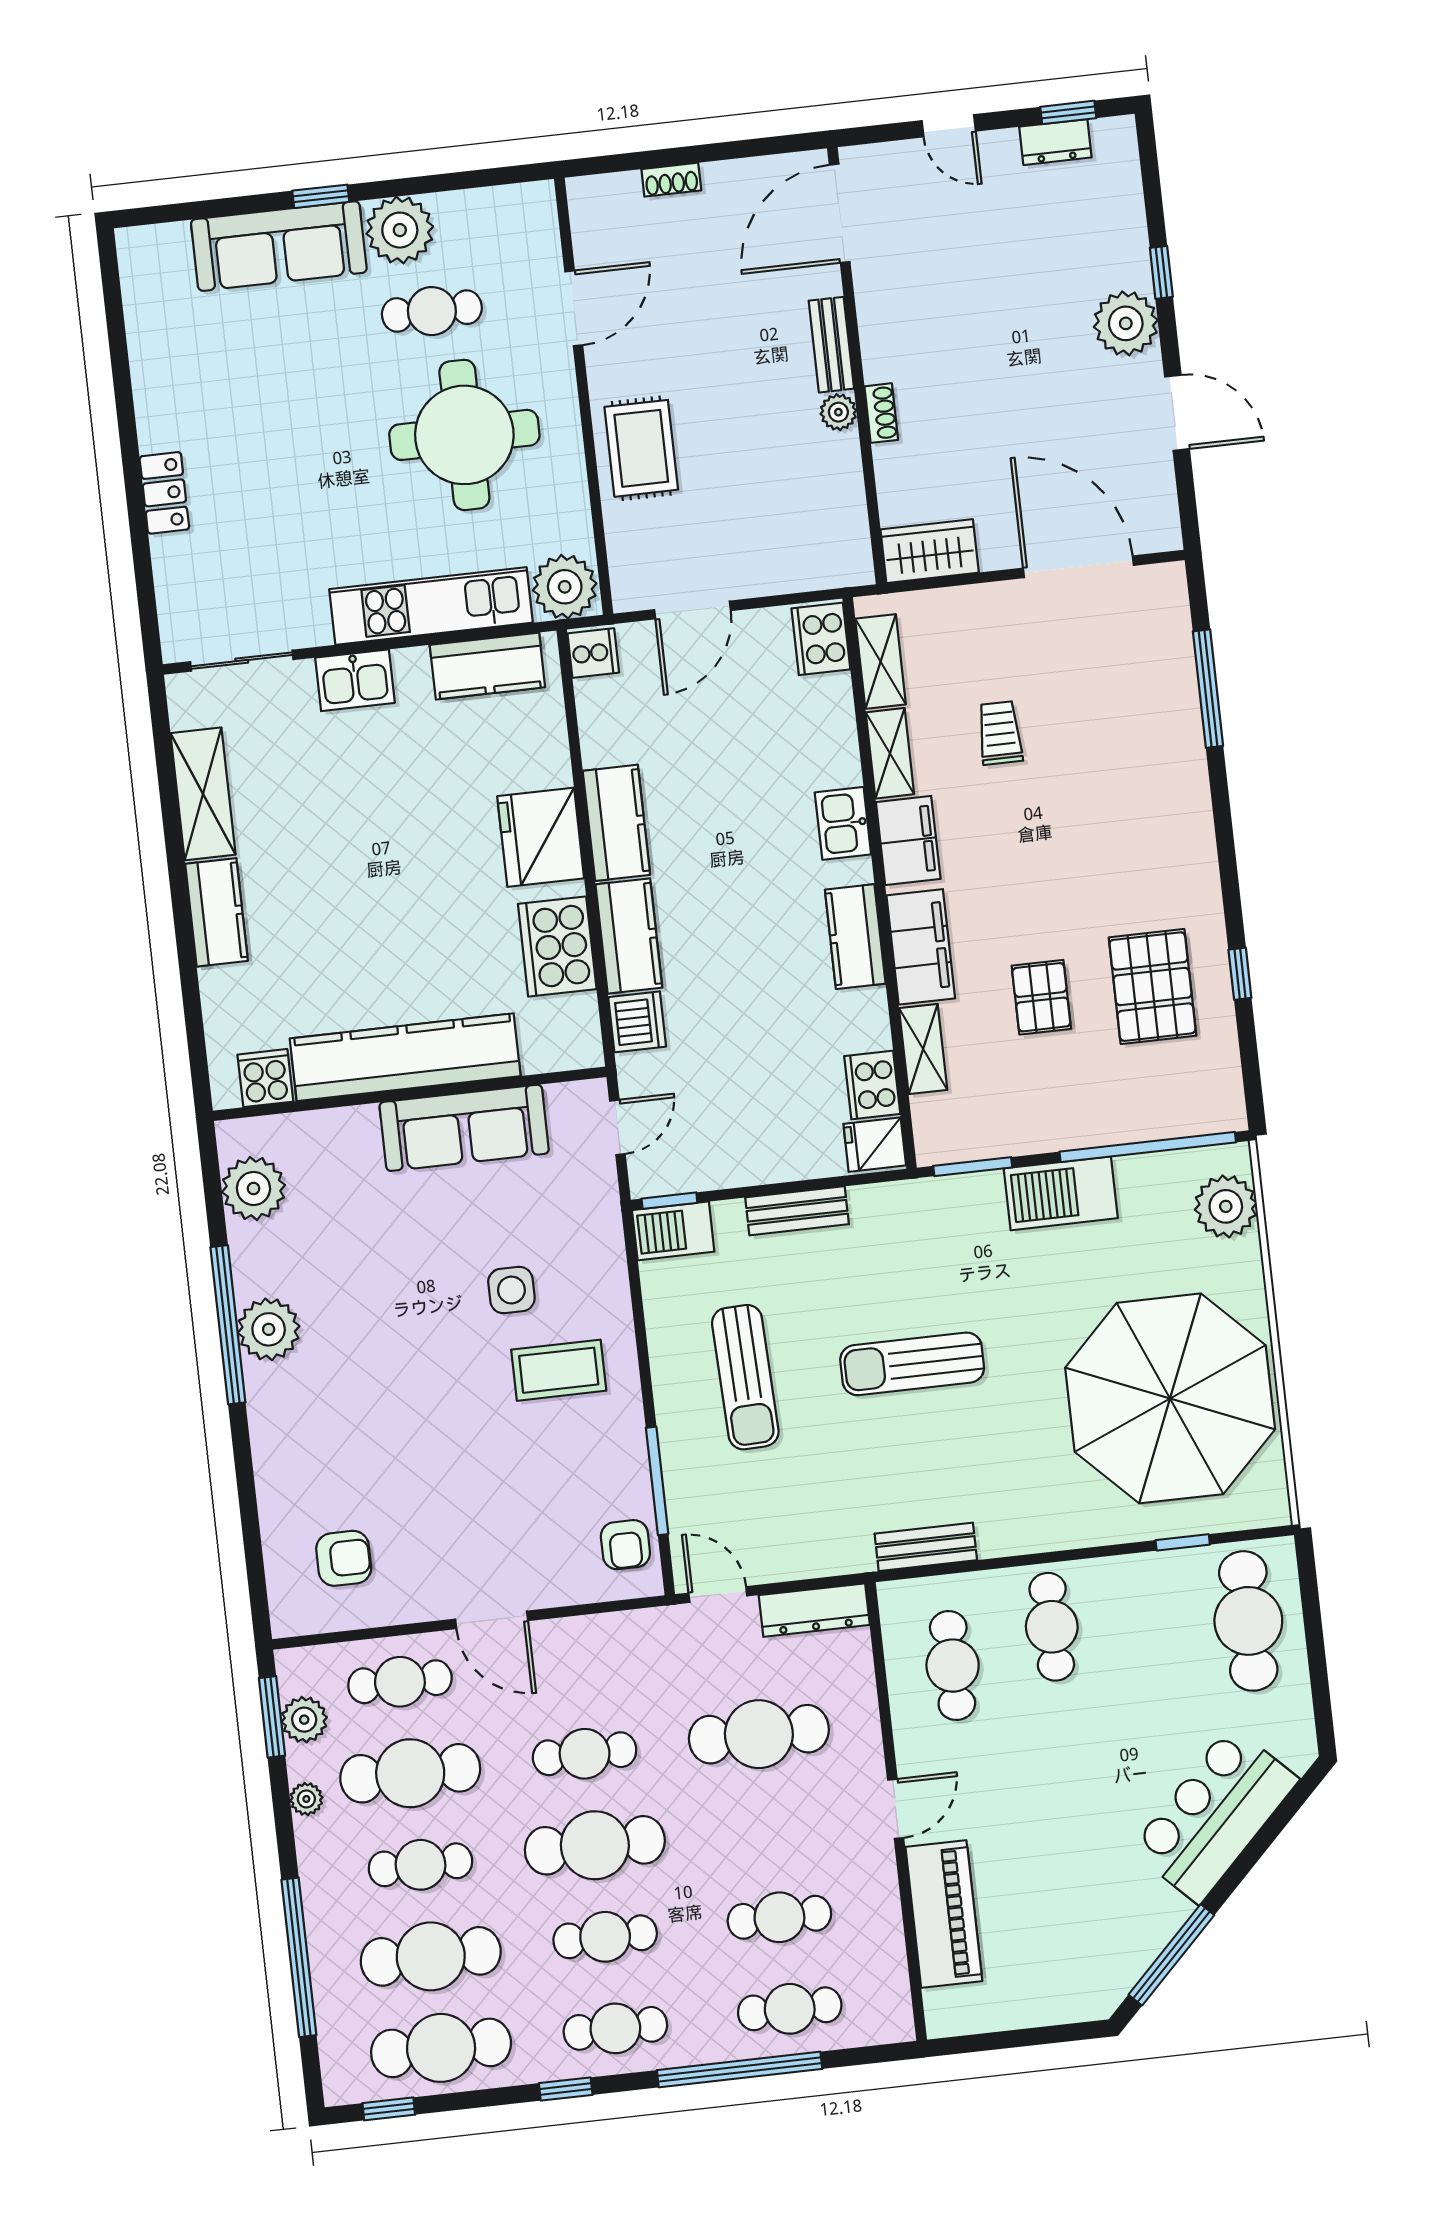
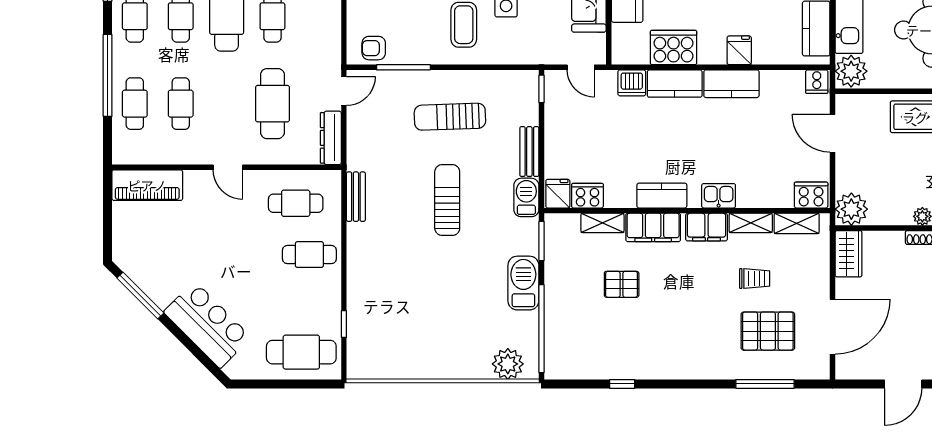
plant: (840, 555) -> (851, 209), added
fridge: (541, 837) -> (739, 50), width x0.53, depth x0.75
pallet: (1152, 987) -> (768, 331), moved
barbecue: (673, 1231) -> (526, 197), moved
parasol: (1170, 1398) -> (416, 326), removed
piano: (944, 1914) -> (147, 185), moved

